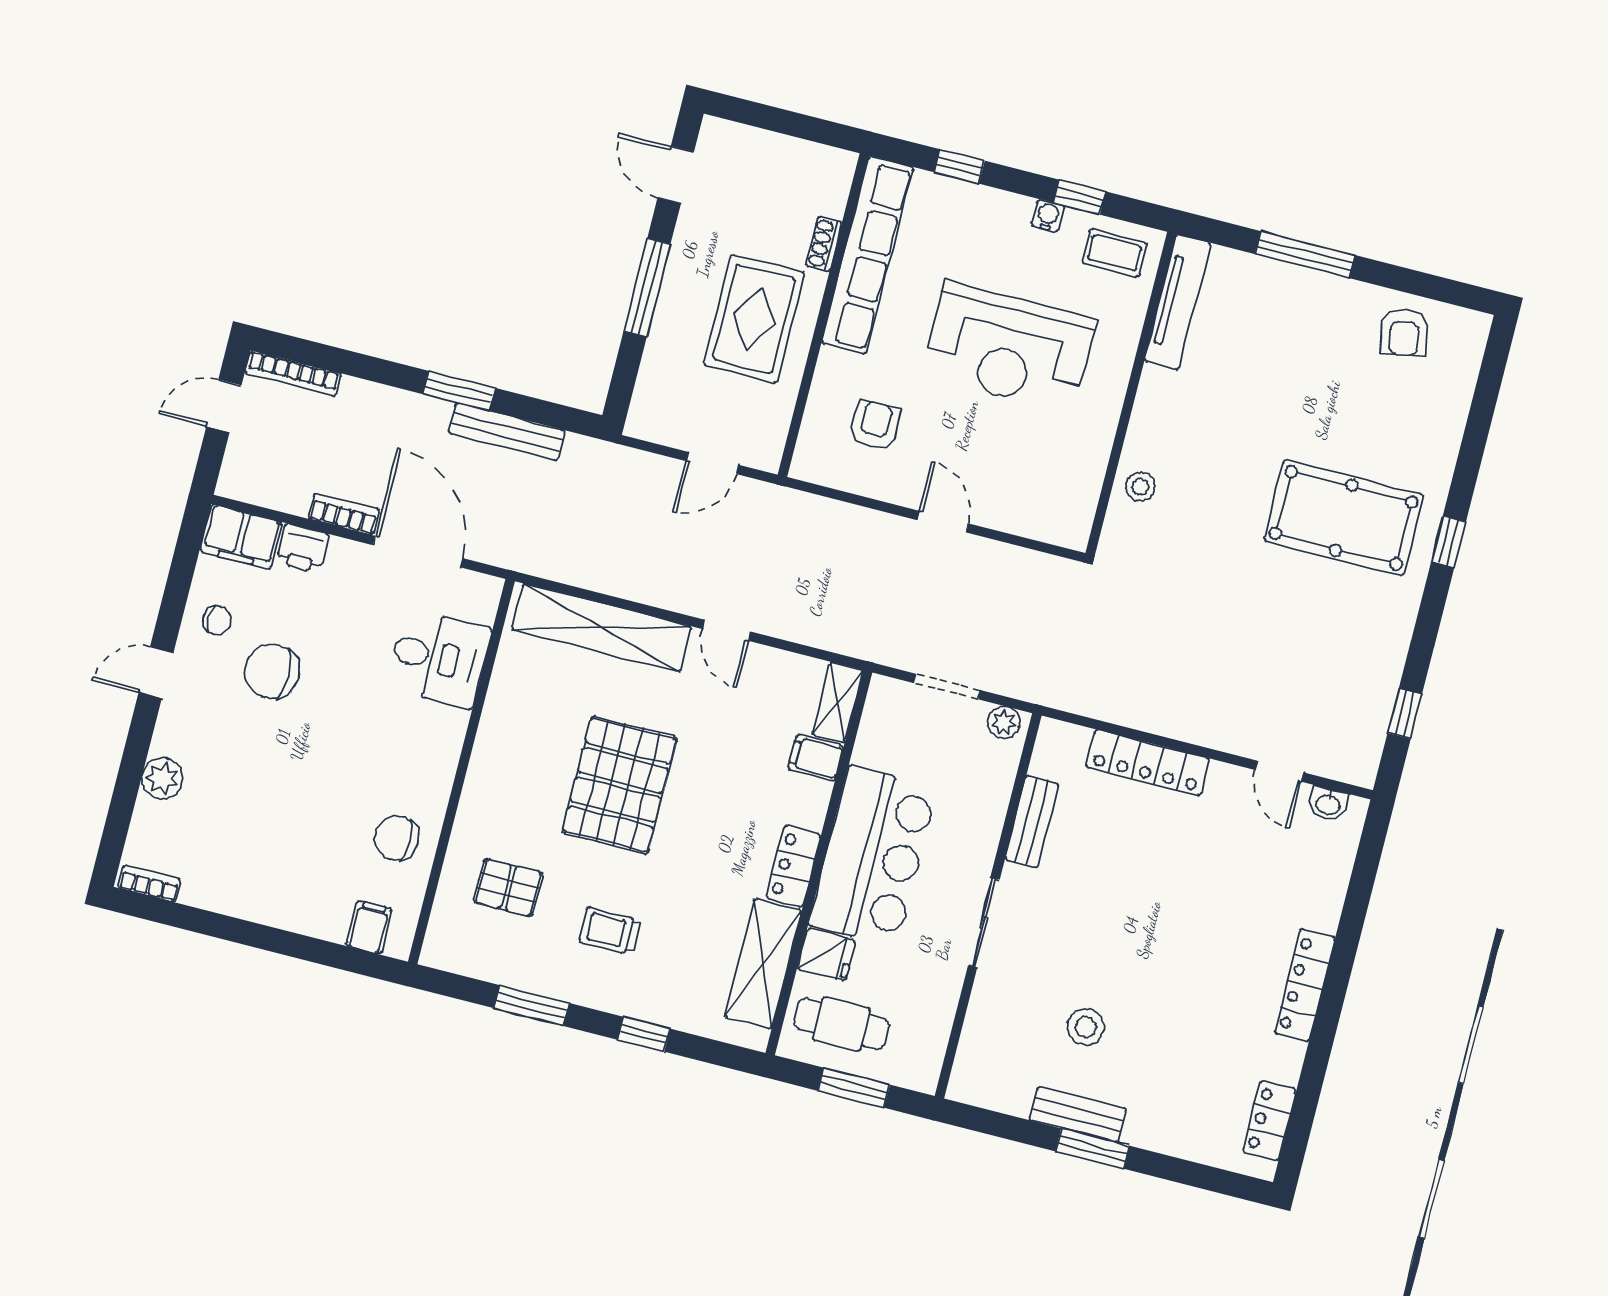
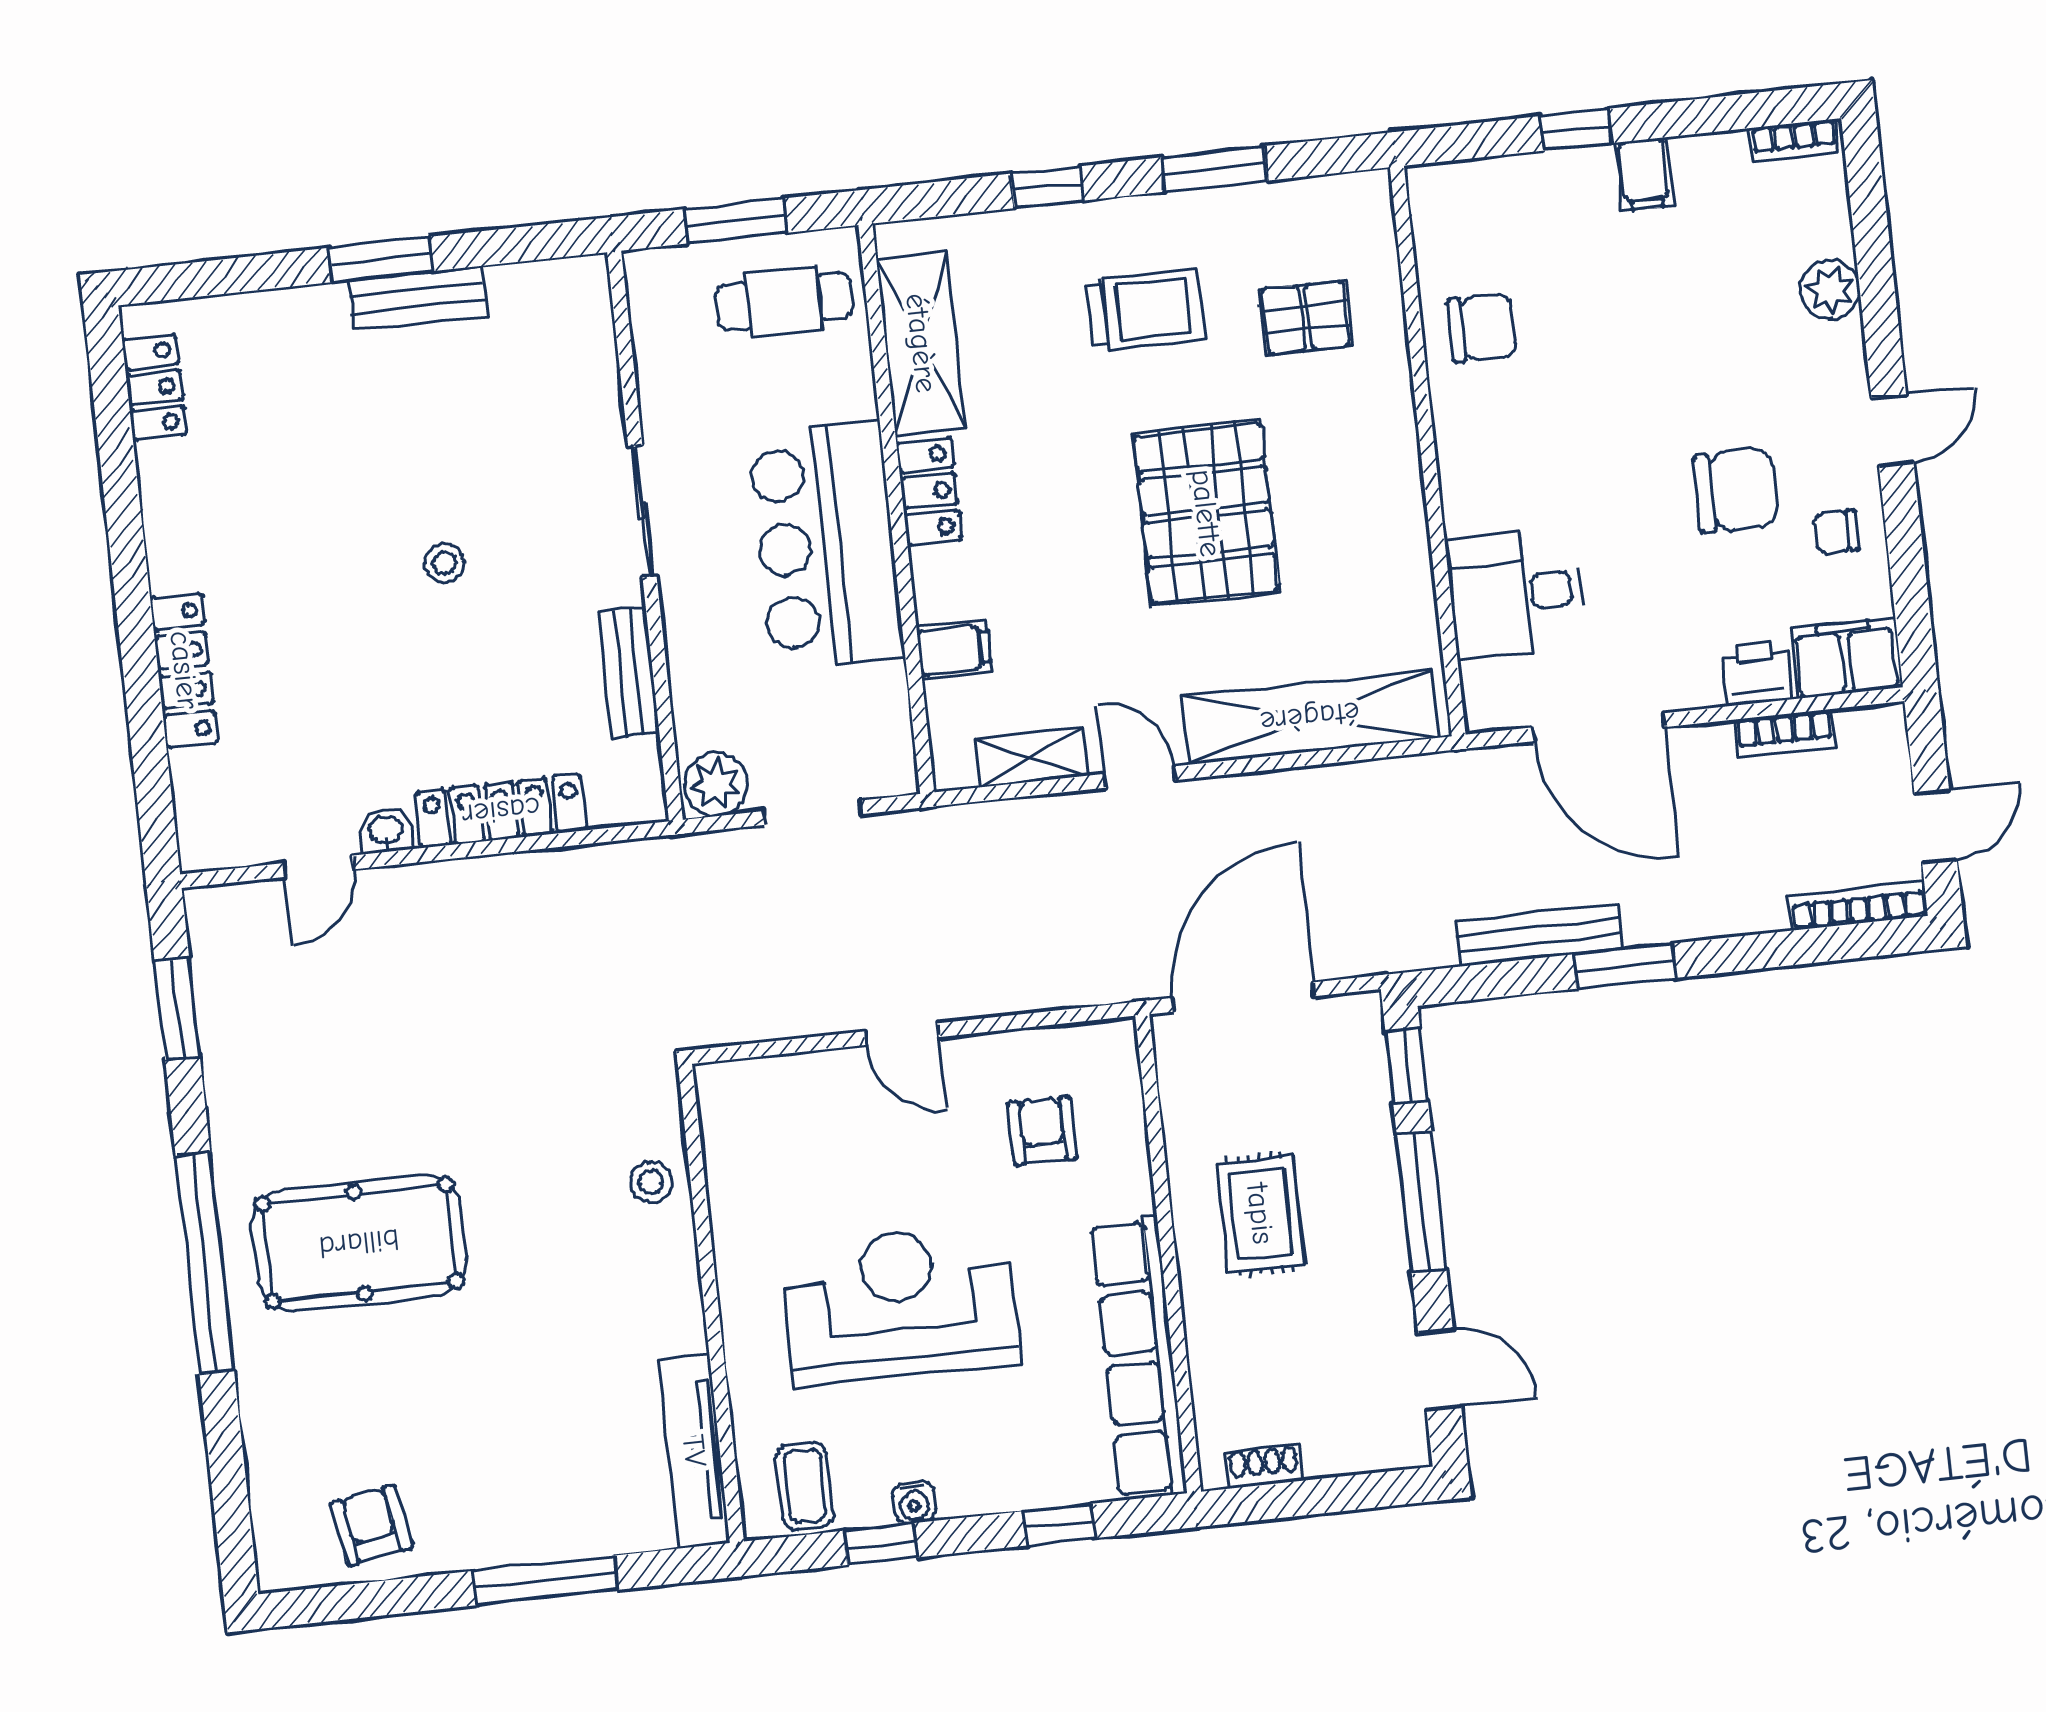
shoe rack: (824, 244) -> (1264, 1467), moved, turned -90
coffee table: (1115, 253) -> (805, 1486), turned 90
rug: (754, 319) -> (1260, 1214), width x0.73, depth x0.70
window: (624, 379) -> (1407, 1066), added
armchair: (875, 425) -> (1042, 1131), turned 180
door: (712, 463) -> (1244, 997), width x1.88
bookcase: (344, 514) -> (1785, 734), moved
window: (1449, 542) -> (205, 1263), width x3.17
shelving: (837, 702) -> (1032, 757), moved, turned 90
window: (1405, 714) -> (177, 1008), width x1.50
plant: (1004, 722) -> (716, 784), width x1.38, depth x1.38
door: (1279, 771) -> (319, 866), swing flipped
washbasin: (1328, 804) -> (386, 831), moved
filing cabinet: (369, 927) -> (1644, 174), moved
trolley: (610, 931) -> (1145, 310), width x1.36, depth x1.39
window: (288, 944) -> (1575, 130), added
fridge: (826, 955) -> (840, 388), removed
locker: (1305, 985) -> (184, 670), moved
stool: (1086, 1027) -> (445, 563), moved, width x0.73, depth x0.73

